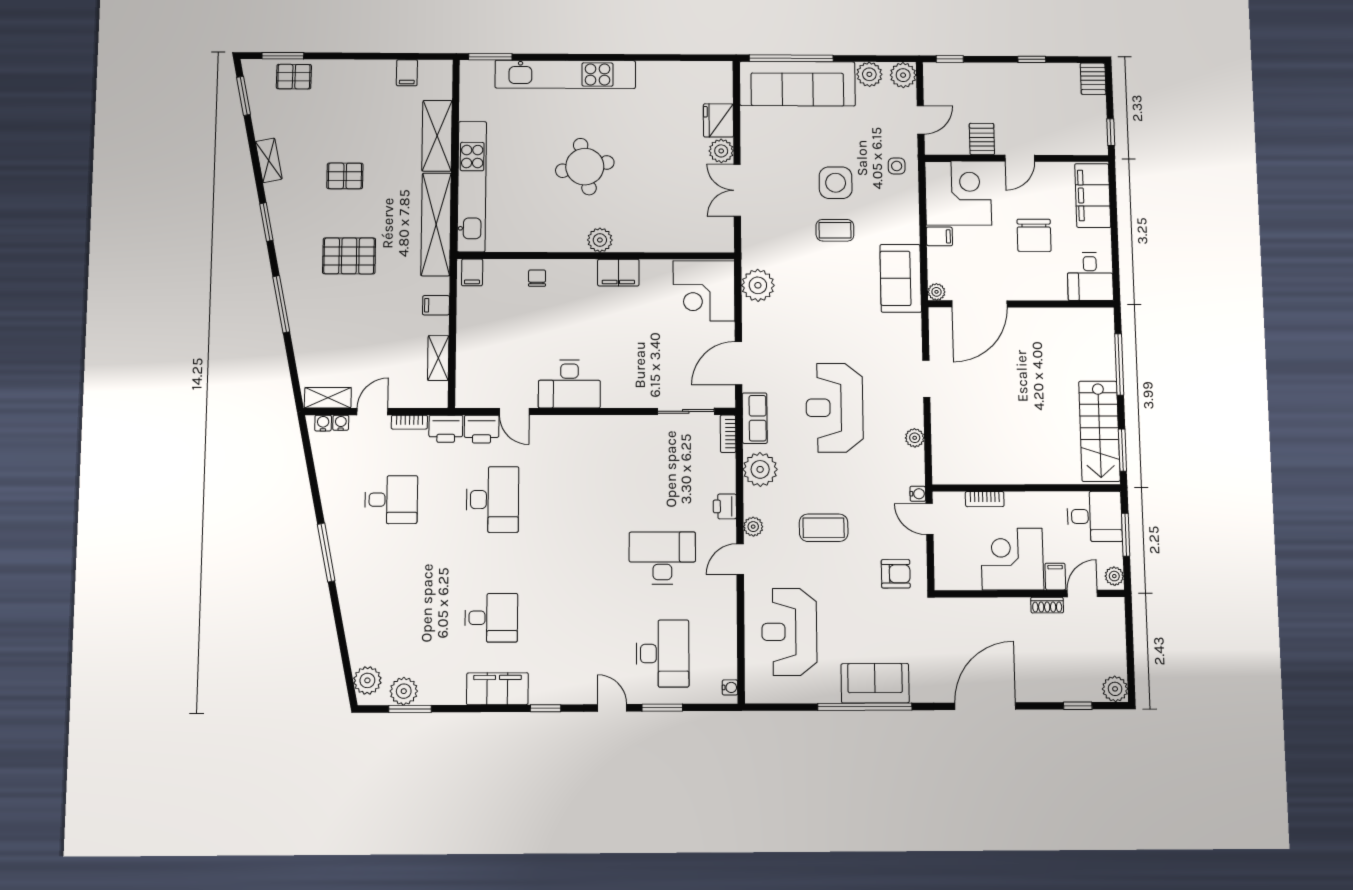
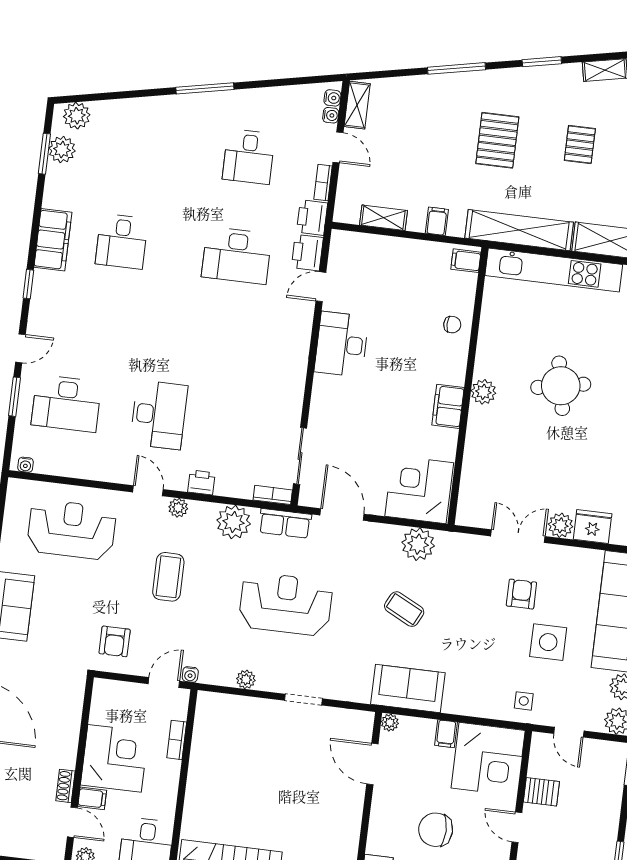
armchair: (793, 180) -> (521, 594), added
side table: (836, 183) -> (548, 642), moved
coffee table: (835, 230) -> (404, 609), moved, turned -63
door: (979, 304) -> (372, 764), width x0.73

